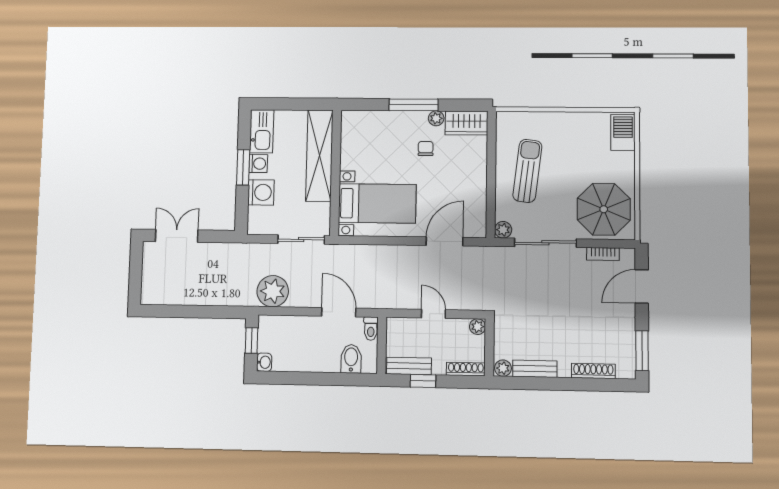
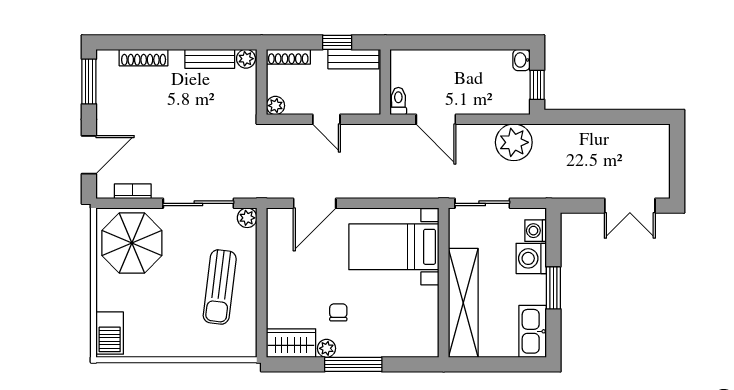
chair: (426, 148) -> (338, 312), turned 180
washing machine: (258, 164) -> (536, 231), moved
bidet: (351, 359) -> (420, 66), removed

